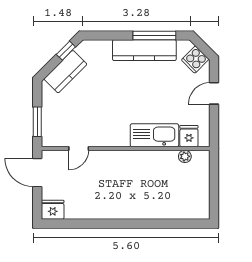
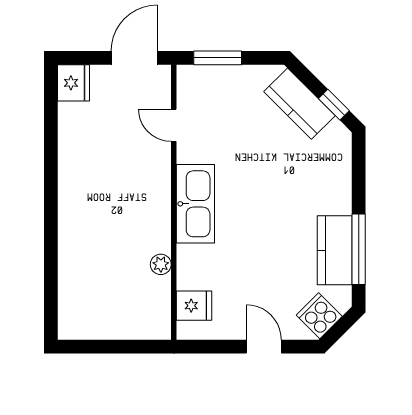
kitchen counter: (144, 50) -> (335, 250), width x0.67
kitchen sink: (154, 135) -> (195, 204), moved
plant: (185, 156) -> (161, 264), moved

